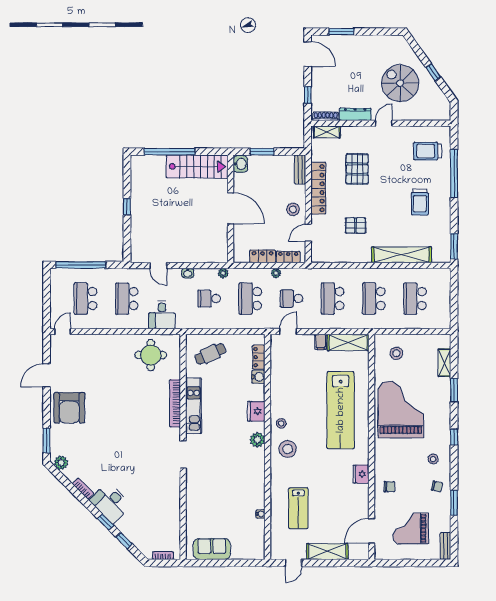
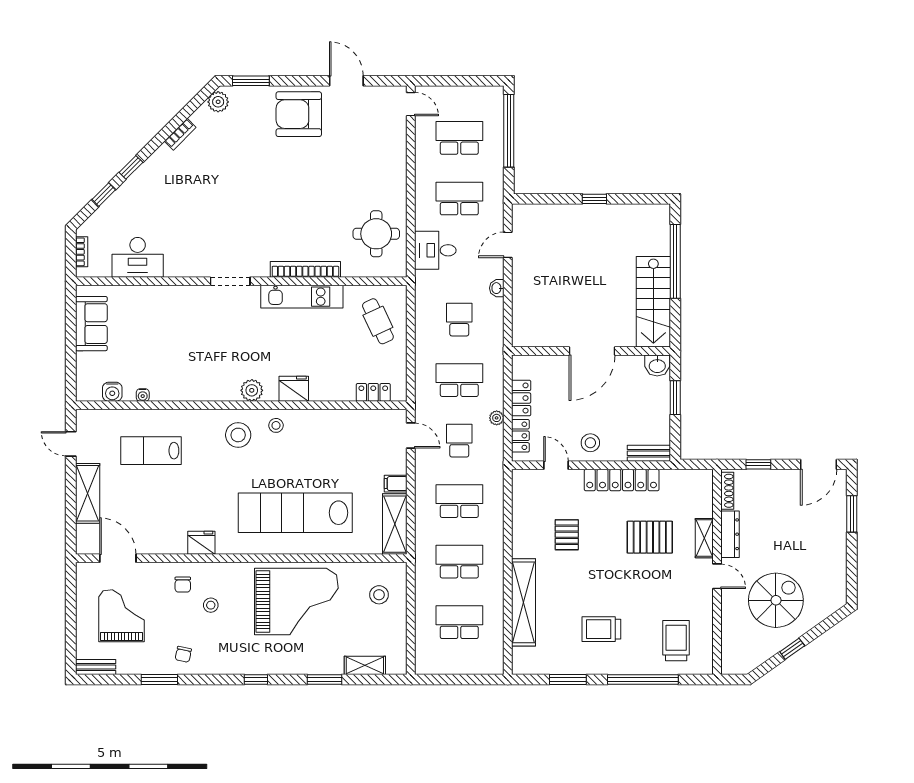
shelving: (327, 132) -> (704, 538), moved
window: (454, 246) -> (568, 679), moved
plant: (223, 273) -> (496, 340), removed
water cooler: (258, 377) -> (112, 392), moved
stool: (433, 459) -> (211, 605), moved
desk: (110, 503) -> (138, 257), moved, turned -135

